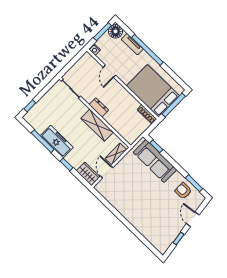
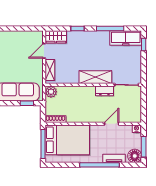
door: (109, 71) -> (112, 124), hinge flipped
dresser: (99, 107) -> (104, 91), moved
shelving: (97, 125) -> (95, 77), moved
plant: (131, 137) -> (51, 92), added
freezer: (57, 142) -> (126, 38), moved
door: (107, 172) -> (44, 51), swing flipped

